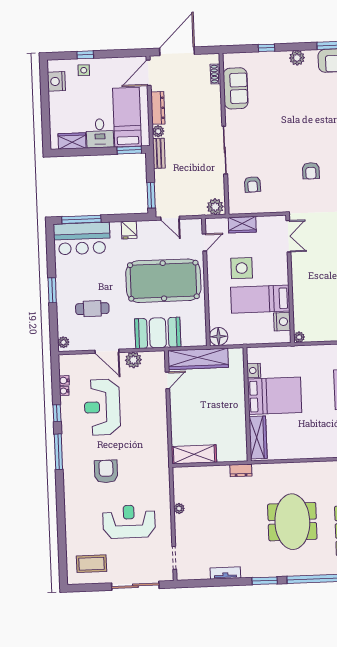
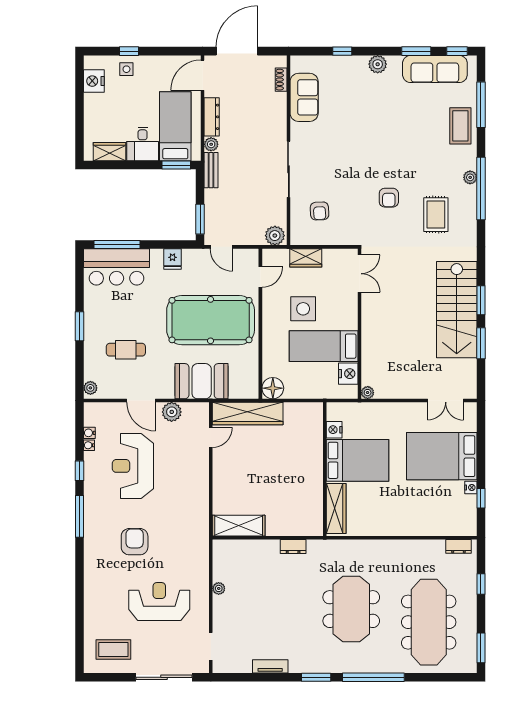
nightstand: (254, 370) -> (334, 430), moved
bed: (275, 396) -> (358, 460), moved
wall: (247, 404) -> (325, 469), moved
wardrobe: (258, 437) -> (336, 509), moved

